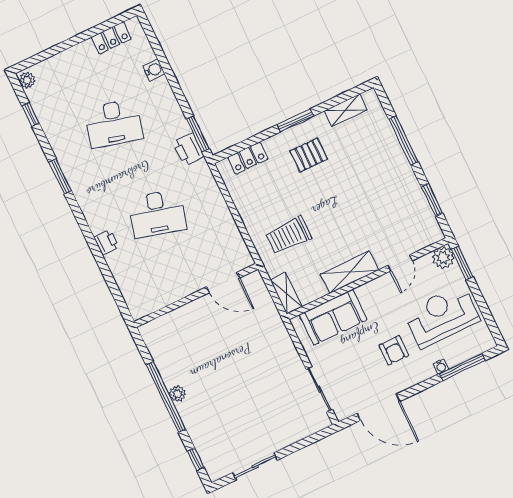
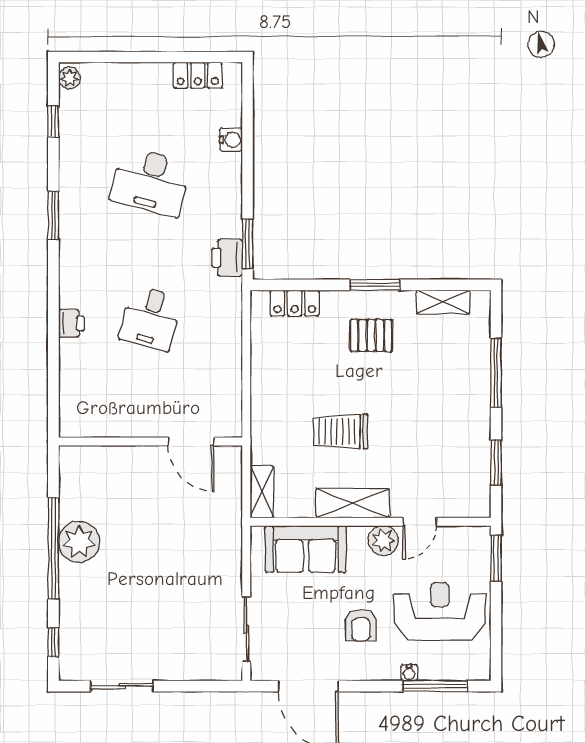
desk: (157, 214) -> (150, 318), width x0.73
trolley: (288, 235) -> (341, 432), moved
plant: (443, 258) -> (383, 541), moved
plant: (177, 394) -> (79, 542), width x1.88, depth x1.88

